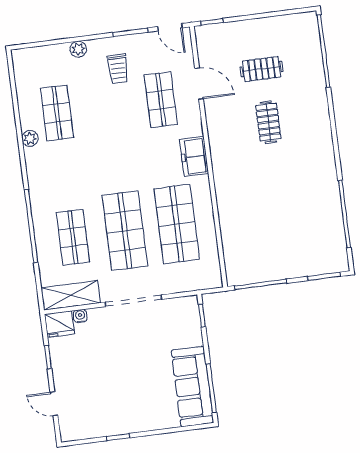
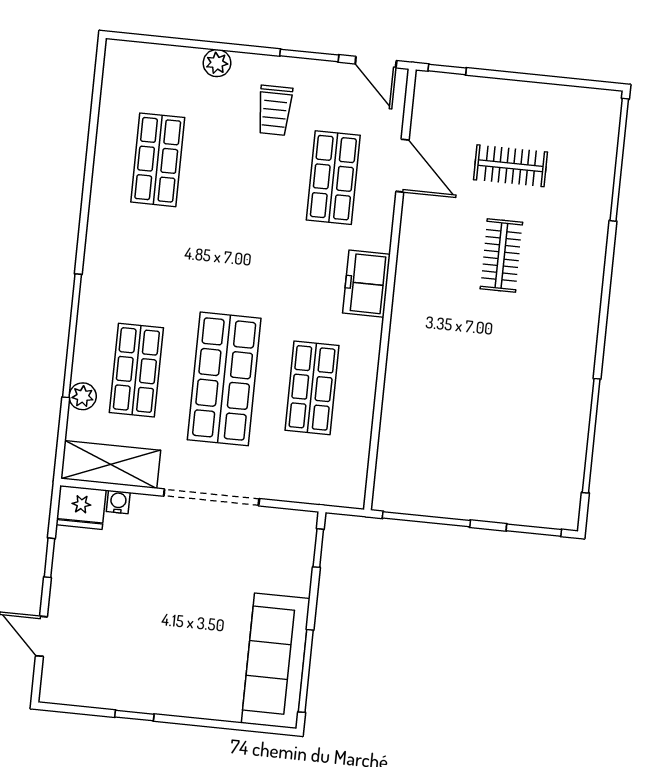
plant: (30, 138) -> (83, 396), moved
shop shelf: (177, 224) -> (312, 388), width x0.70, depth x0.74

